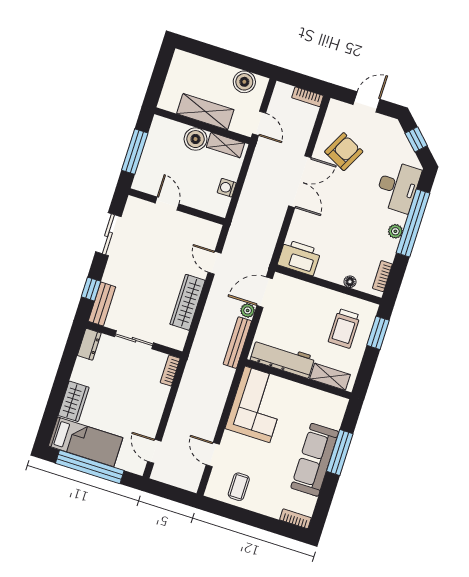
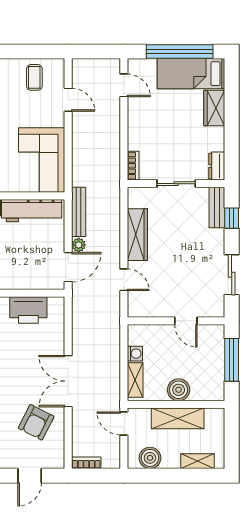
shelving: (199, 64) -> (197, 461), added
shelving: (226, 145) -> (135, 380), moved, turned 90
printer: (299, 257) -> (28, 310), moved

